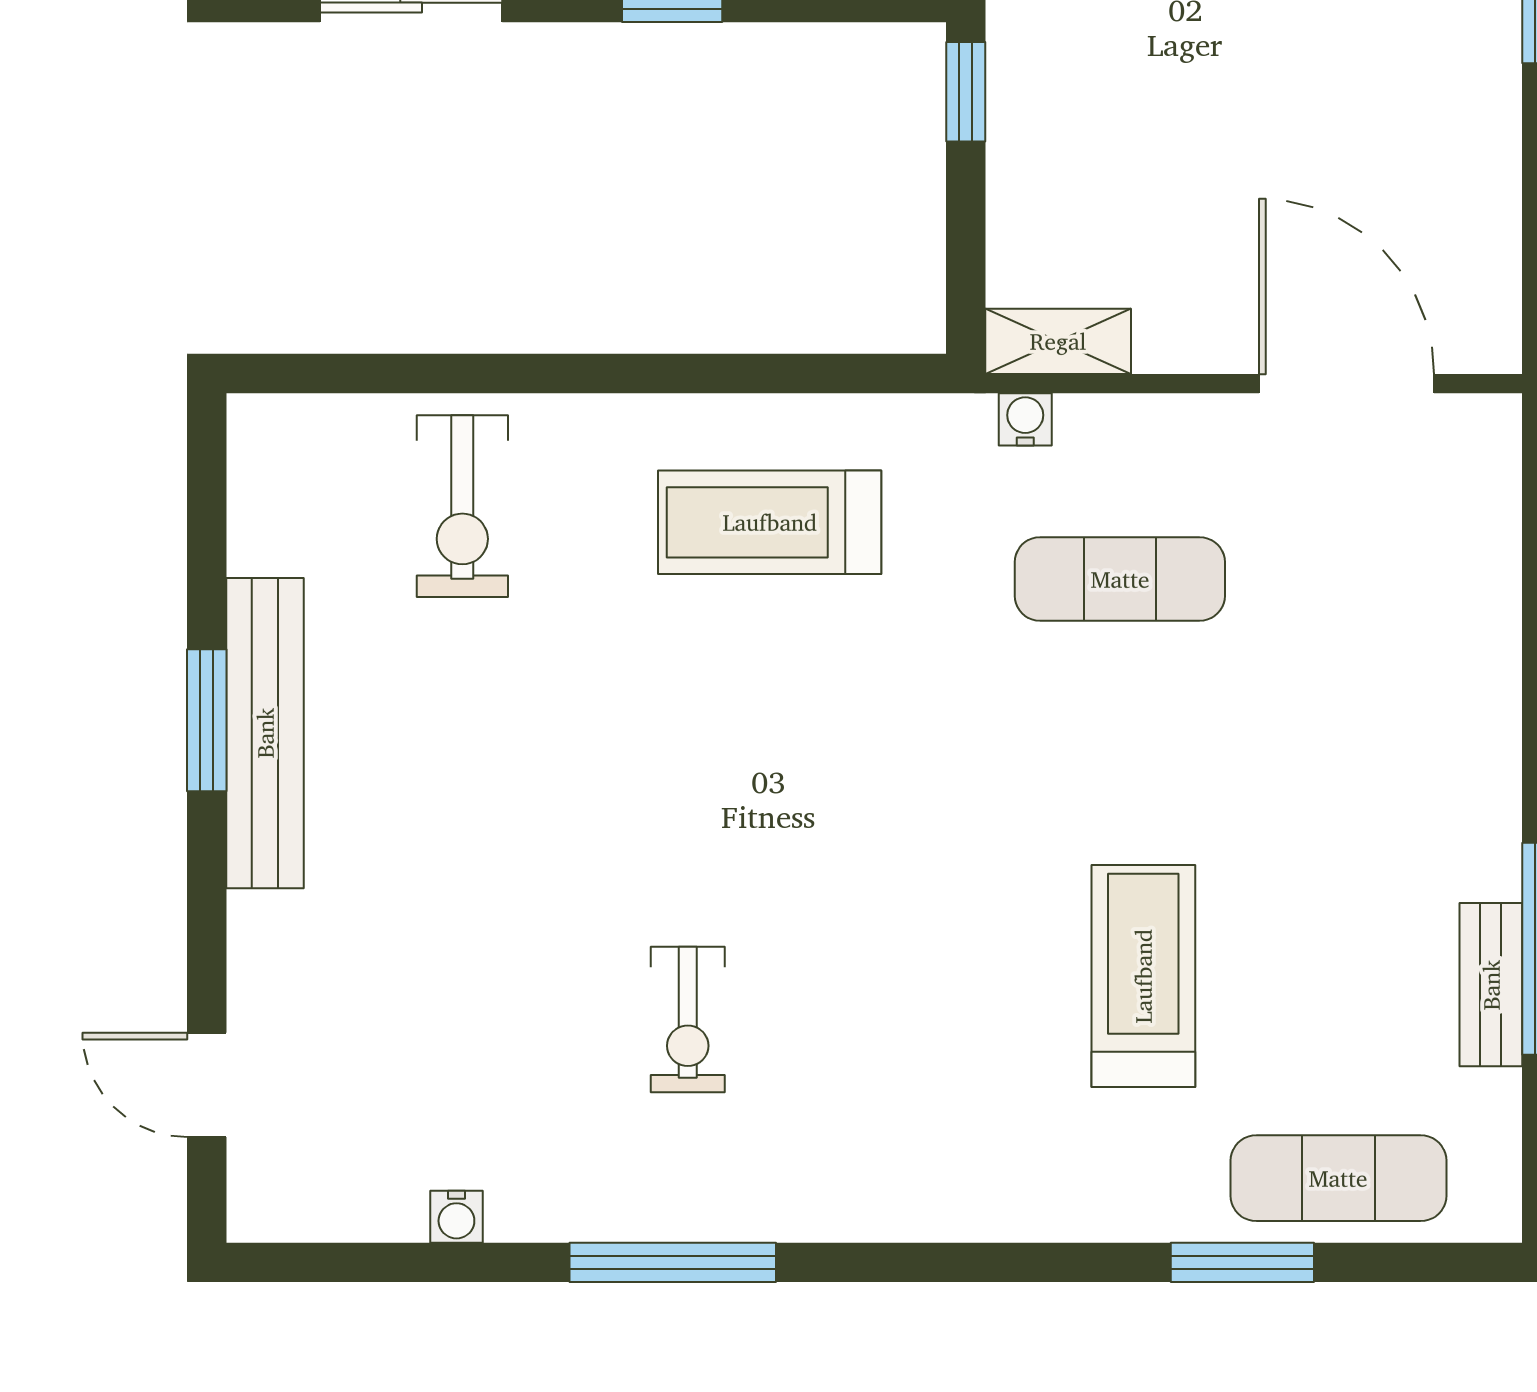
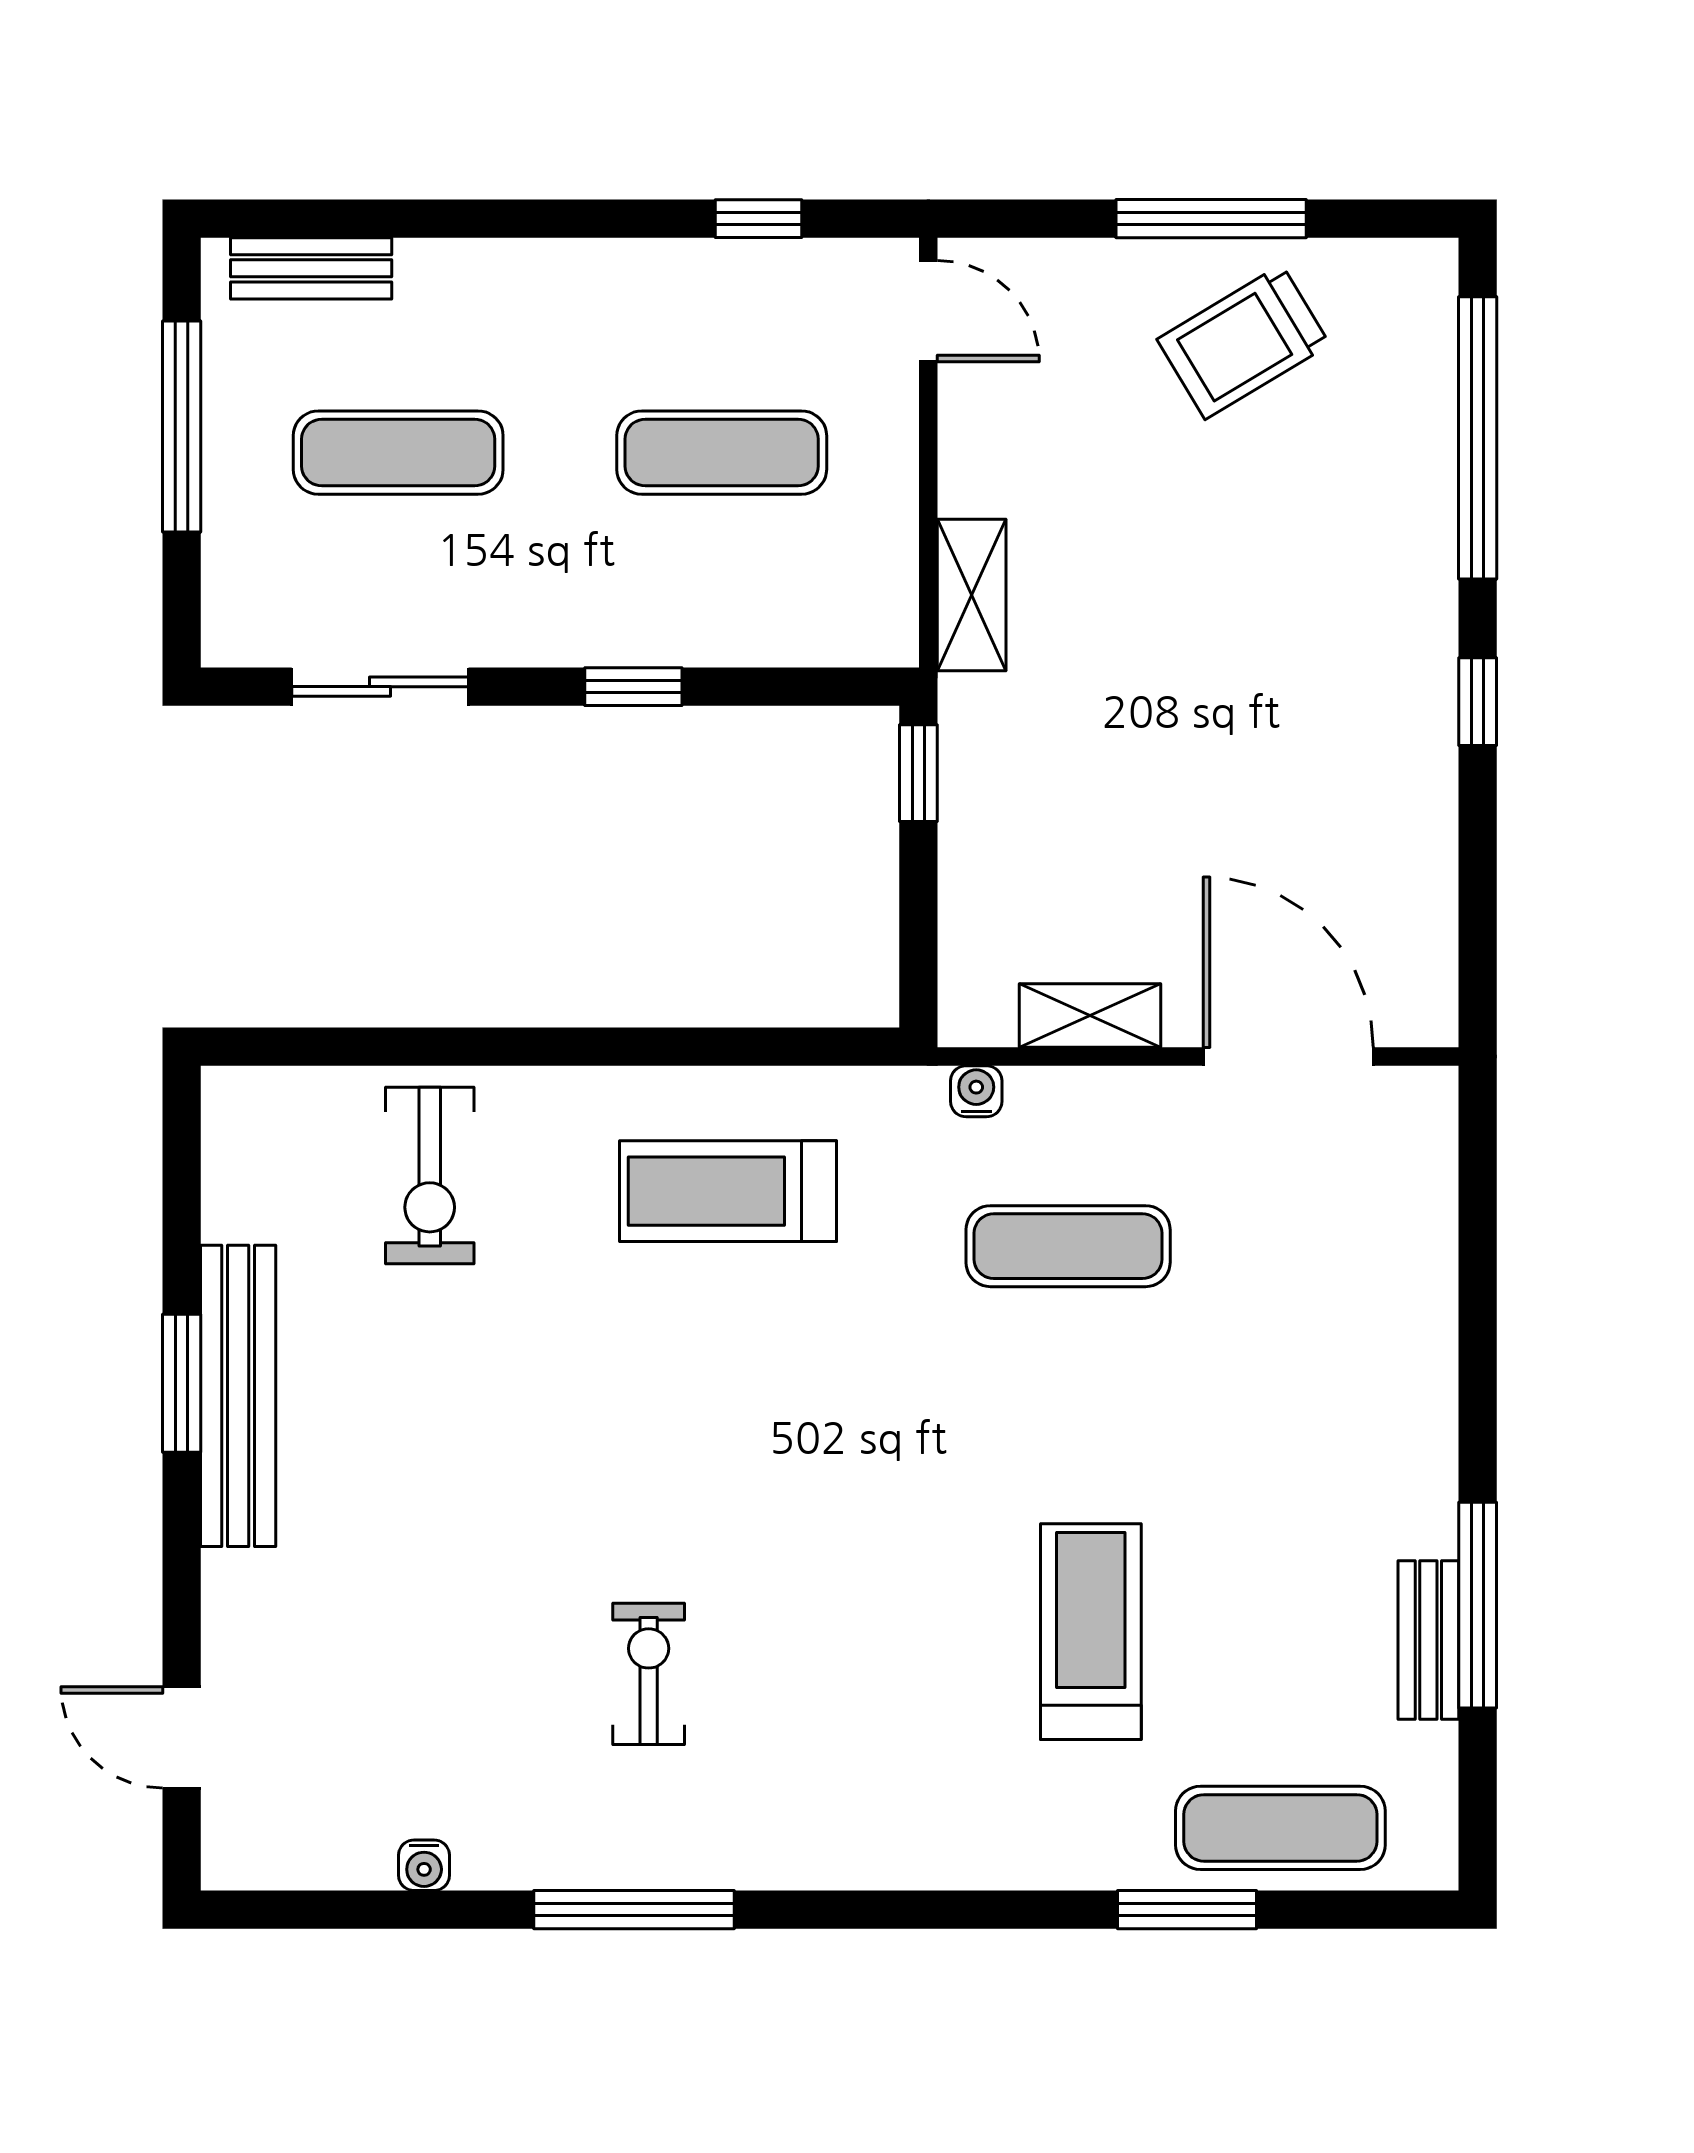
shelving: (1058, 341) -> (1090, 1016), moved
exercise bike: (688, 1020) -> (649, 1674), turned 180

